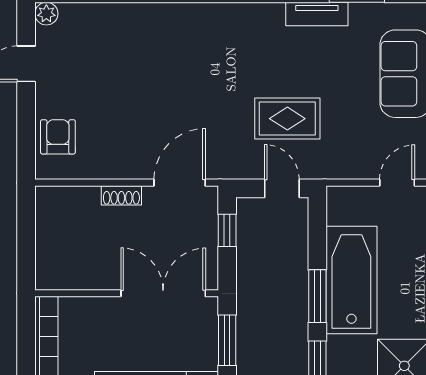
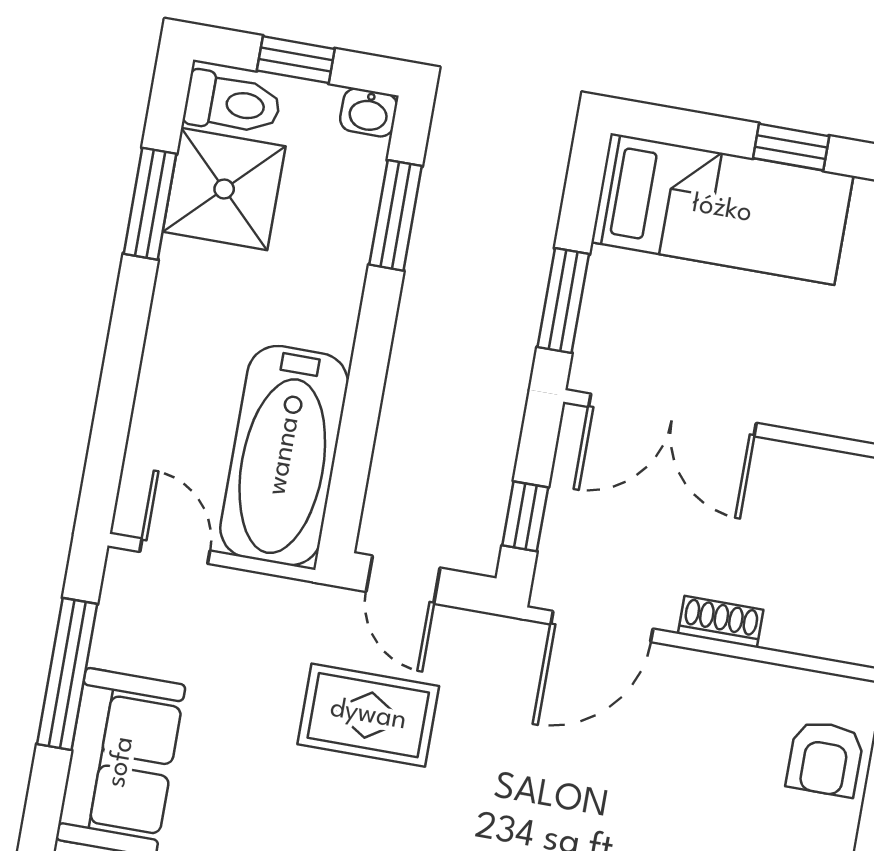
door: (397, 183) -> (175, 551), swing flipped
bathtub: (351, 280) -> (284, 456), moved
window: (317, 296) -> (371, 356), removed

